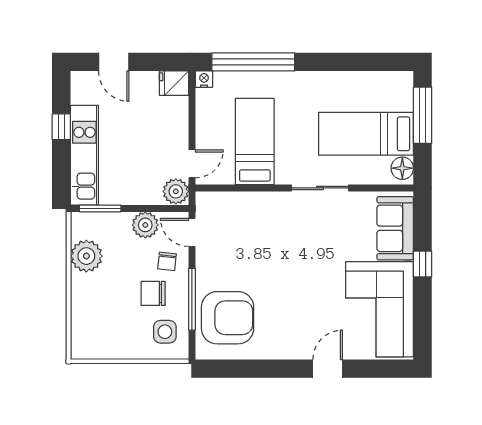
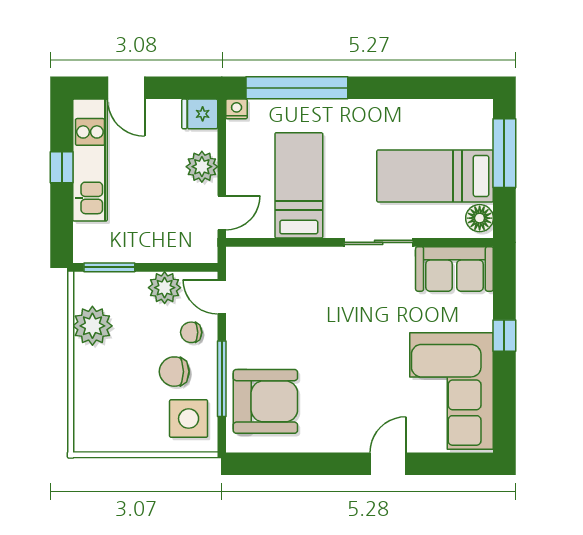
kitchen unit: (84, 155) -> (90, 160), moved
plant: (176, 191) -> (202, 167), moved
sofa: (395, 228) -> (454, 269), moved, turned -90
chair: (167, 261) -> (191, 332), turned 84
side table: (165, 332) -> (189, 419), width x1.37, depth x1.37

